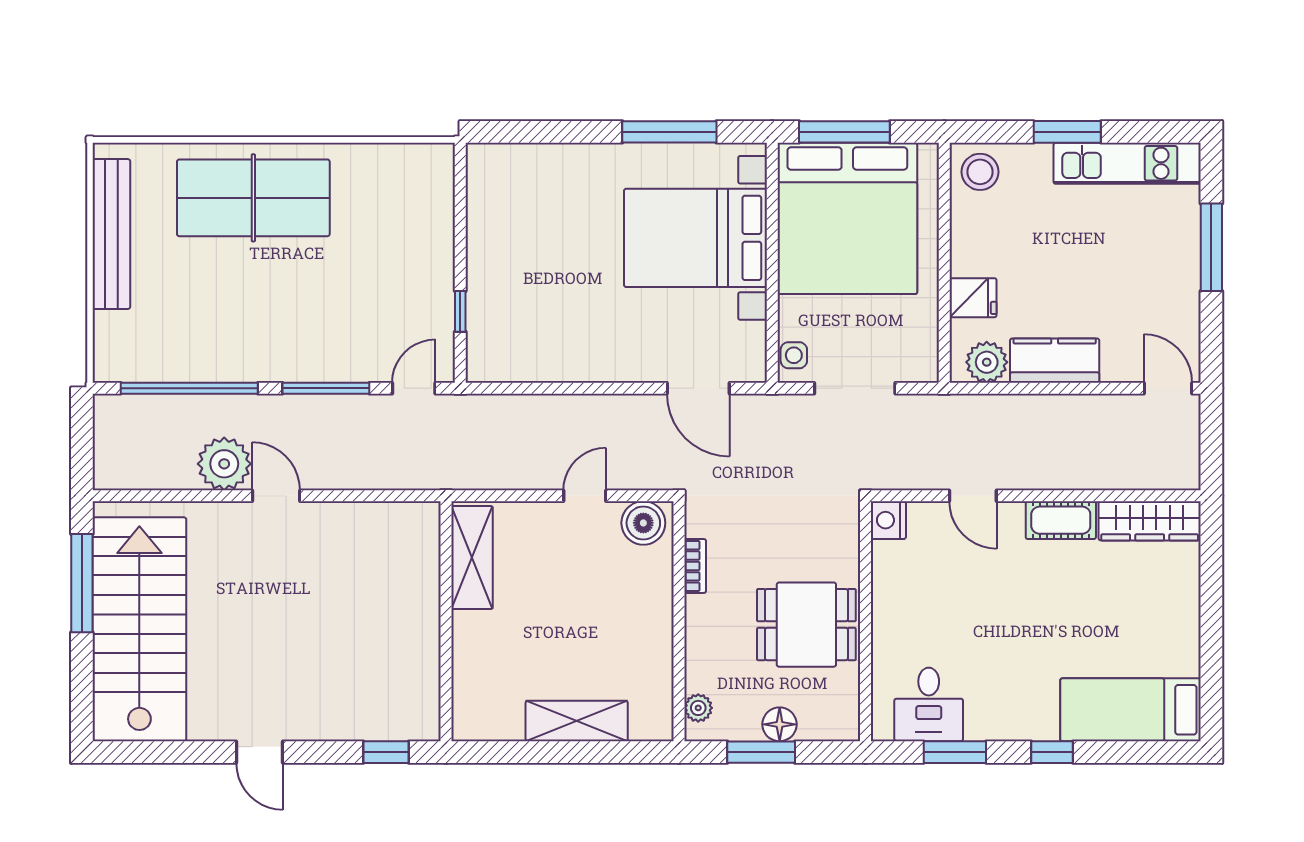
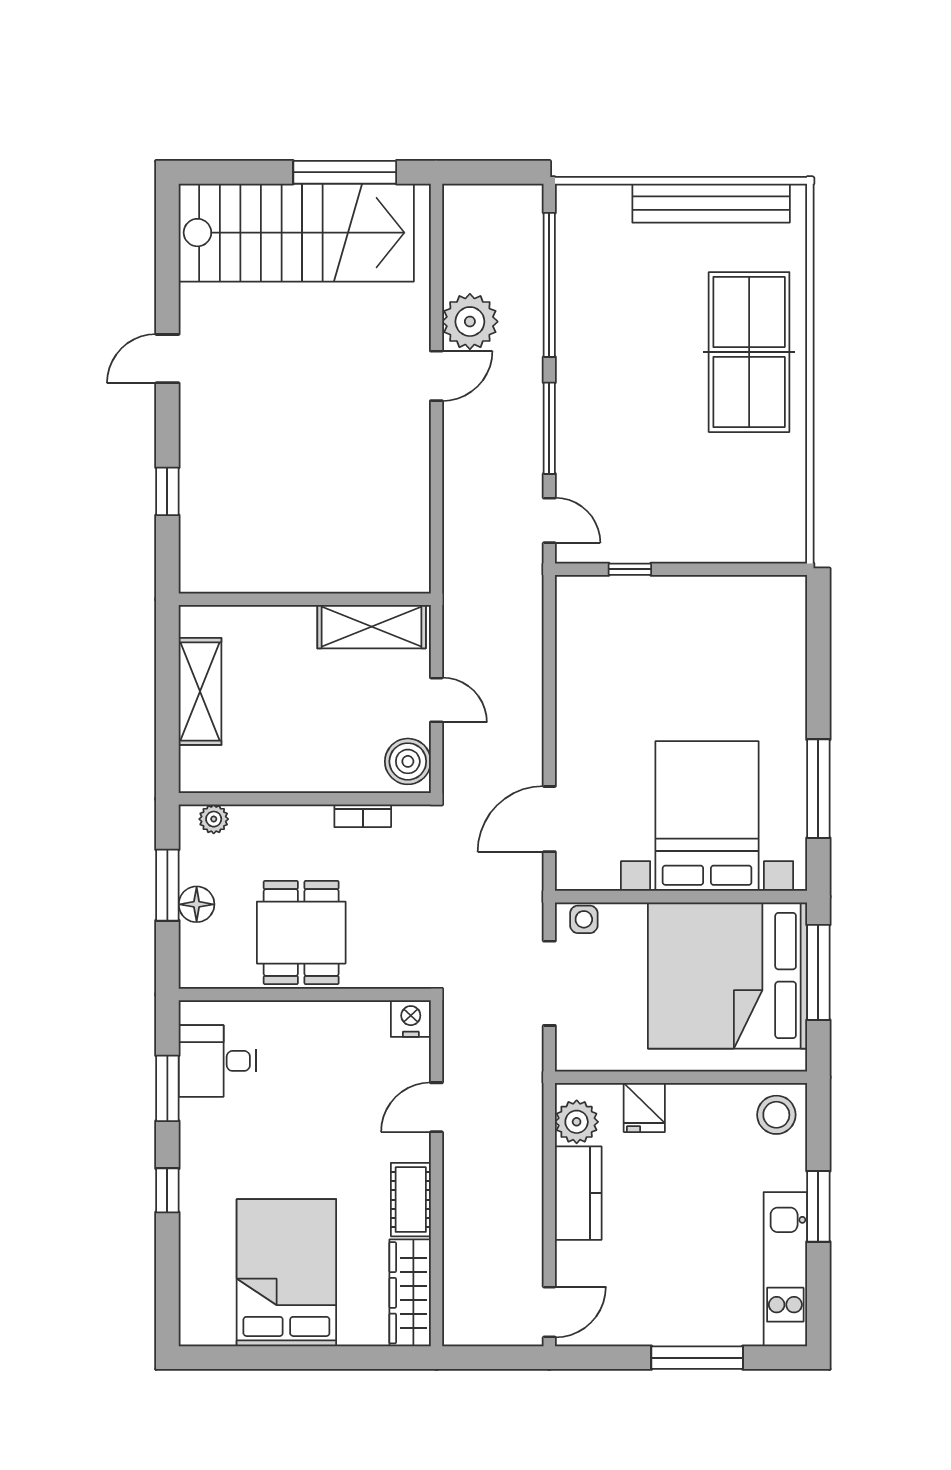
shelving: (472, 558) -> (372, 627), moved
wall: (446, 621) -> (305, 599), moved
bed: (1130, 710) -> (286, 1273), moved, width x1.50

